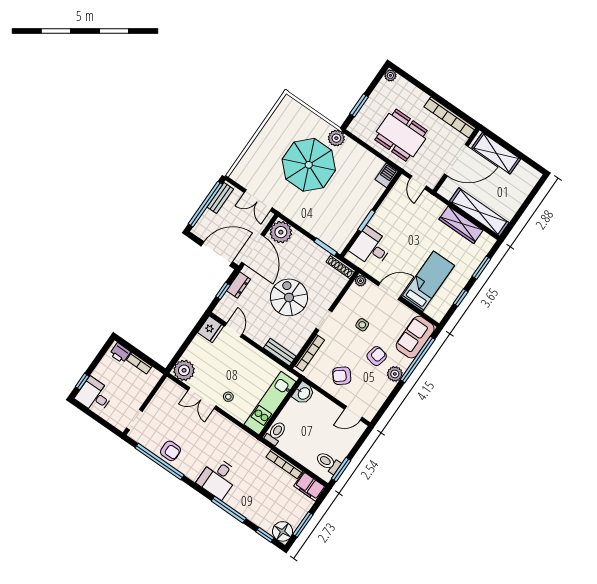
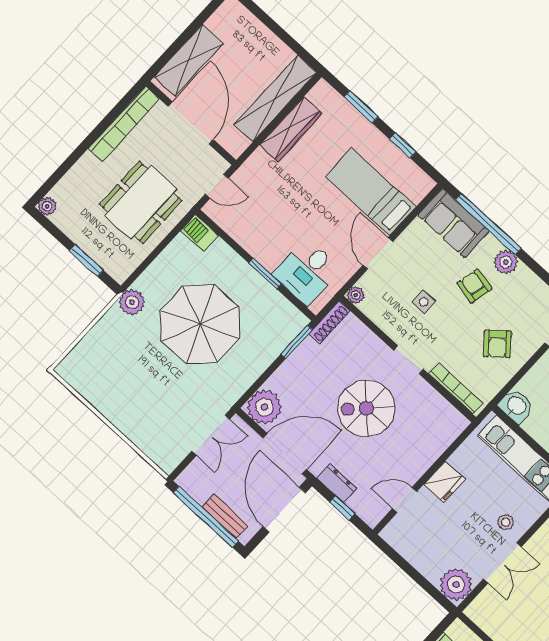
parasol: (309, 165) -> (200, 324), moved
bench: (220, 198) -> (225, 516), moved
fridge: (211, 329) -> (445, 482), moved, turned 90
bench: (280, 352) -> (448, 434), removed

